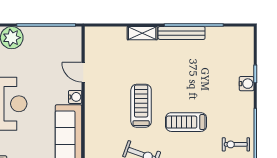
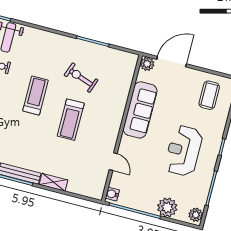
water cooler: (75, 97) -> (112, 194), moved
treadmill: (186, 122) -> (35, 96), turned -90

